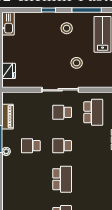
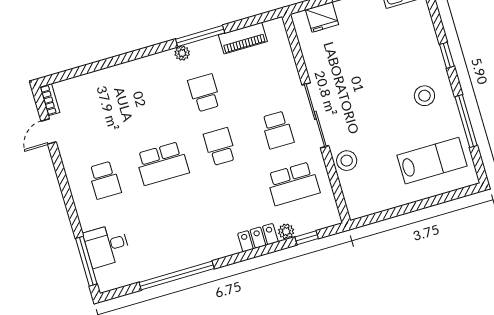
stool: (77, 63) -> (347, 161), moved
school desk: (62, 112) -> (277, 130), turned 180

